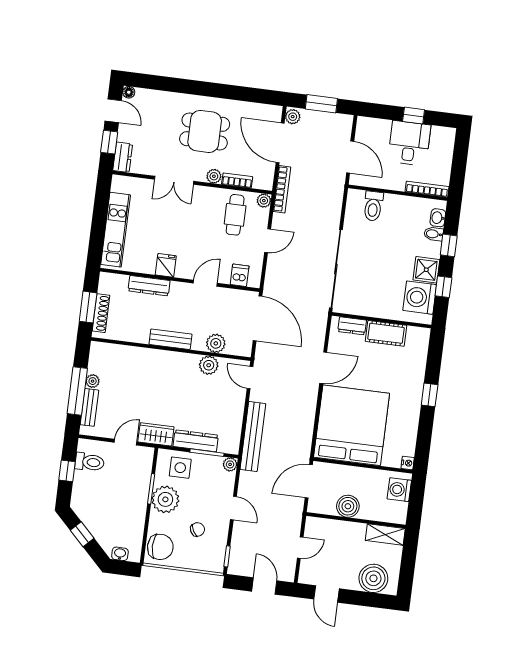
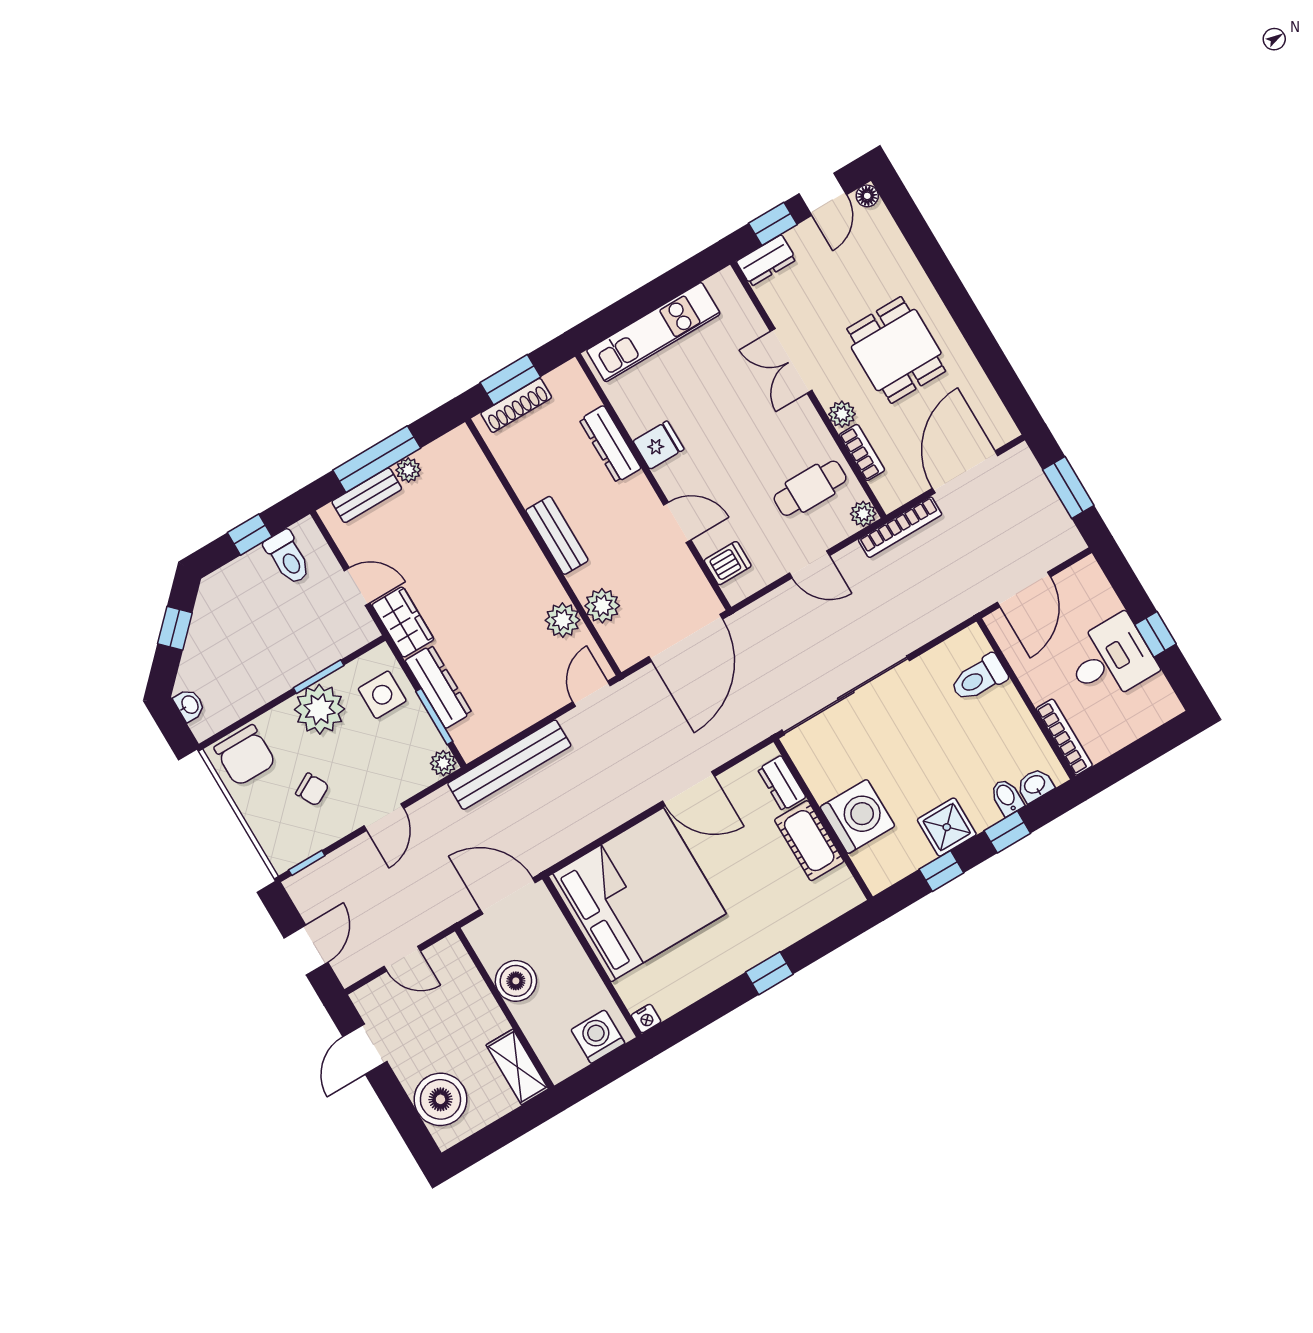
plant: (293, 117) -> (1017, 461), removed
washing machine: (420, 298) -> (857, 817), moved, turned 90

